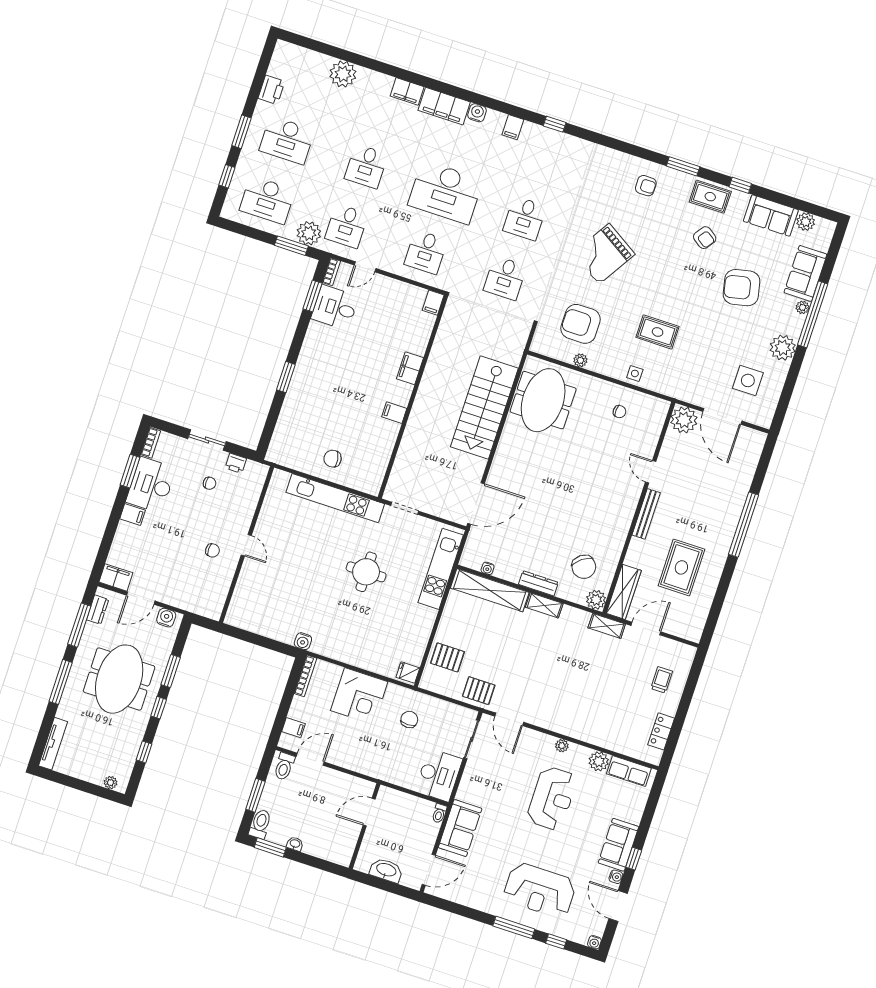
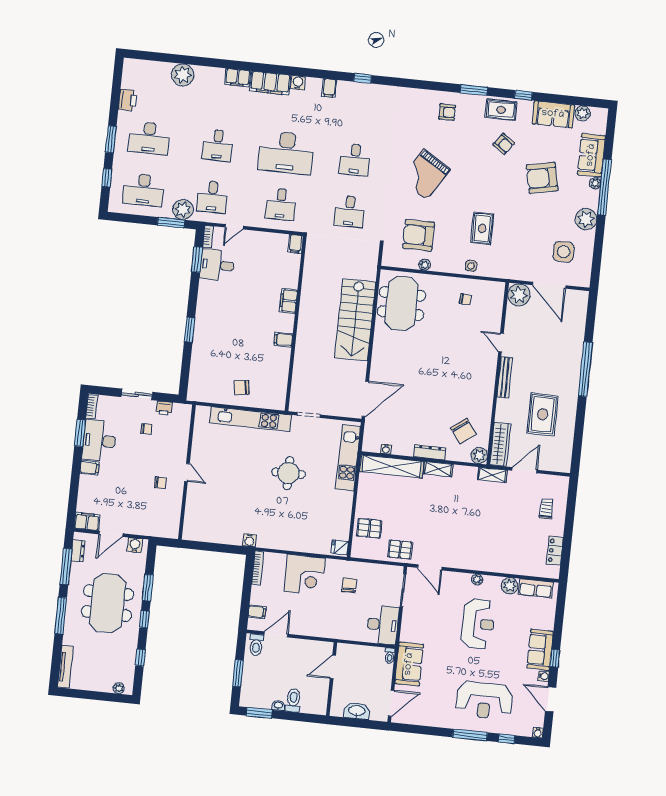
rug: (658, 332) -> (482, 228), turned 90
toilet: (260, 824) -> (293, 700), moved

